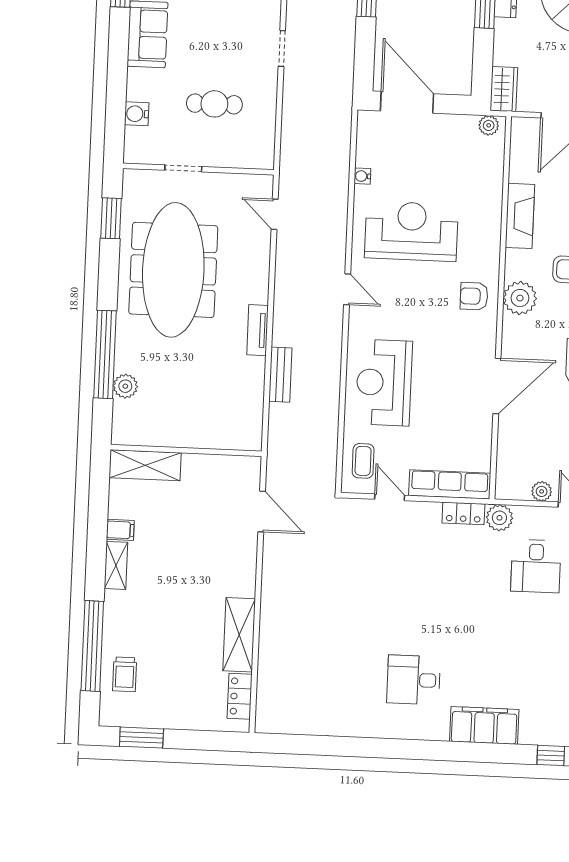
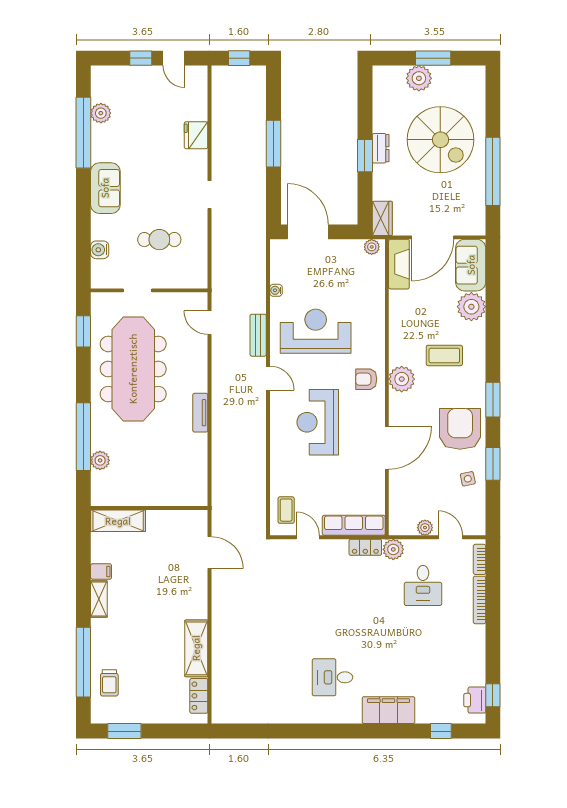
fireplace: (520, 216) -> (399, 264), moved
bench: (280, 375) -> (258, 335), moved
reception desk: (384, 383) -> (318, 422), moved

